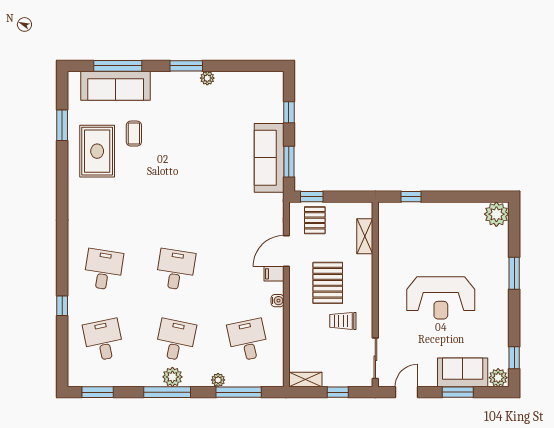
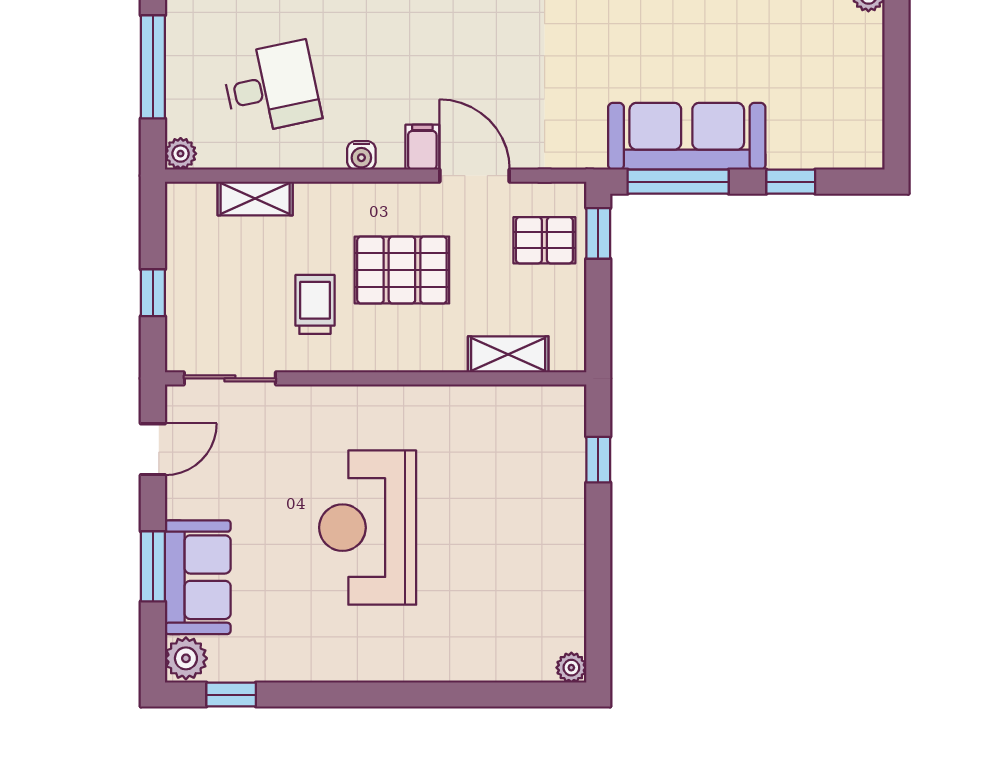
window: (289, 162) -> (678, 182), width x1.44
plant: (496, 214) -> (571, 668), width x0.53, depth x0.53
window: (514, 273) -> (424, 695), removed
shelving: (305, 379) -> (255, 198), moved, turned 90
plant: (218, 380) -> (181, 154), moved
door: (406, 392) -> (153, 449), hinge flipped

